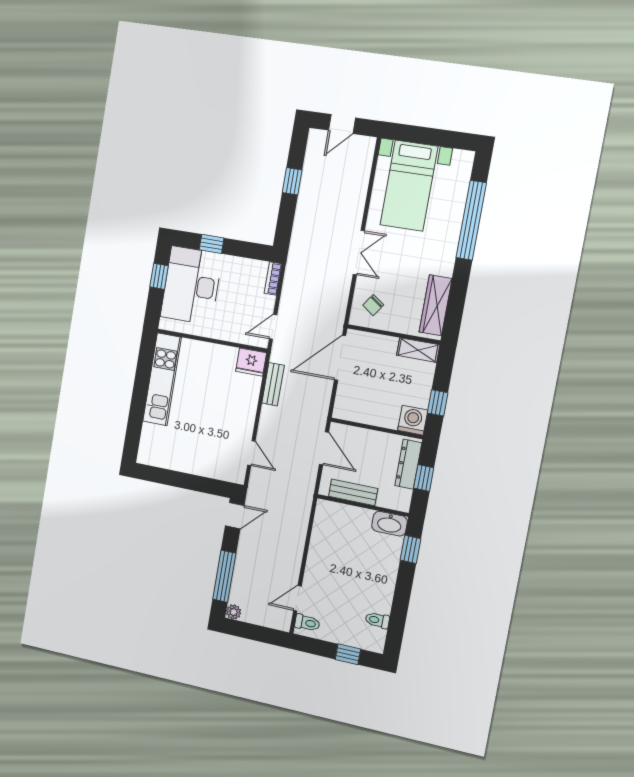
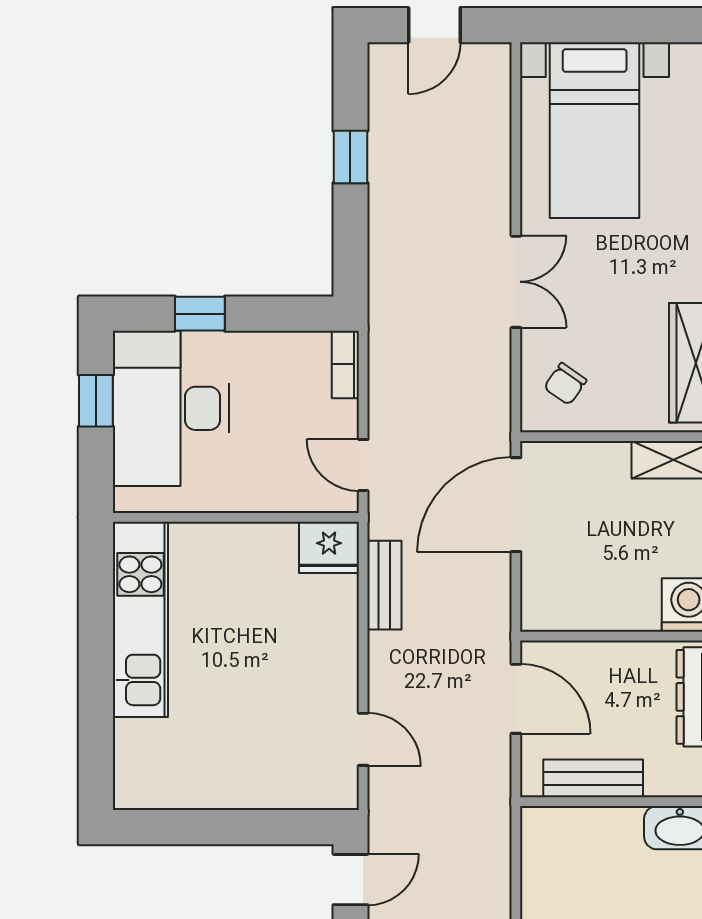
door: (273, 327) -> (363, 465), hinge flipped

